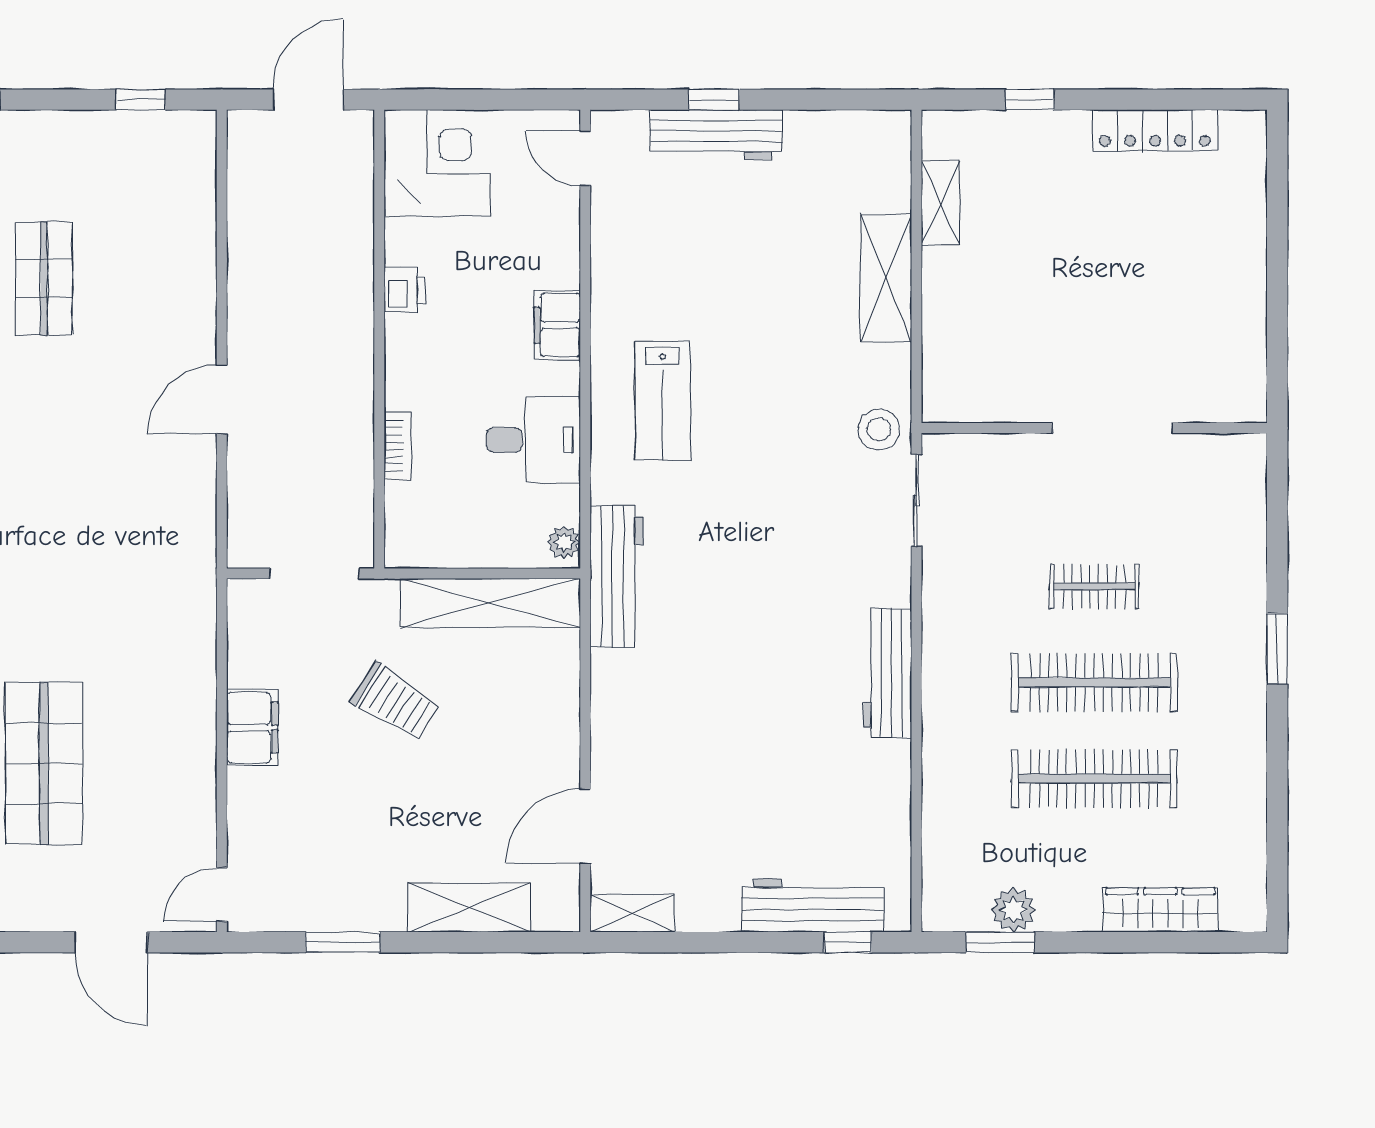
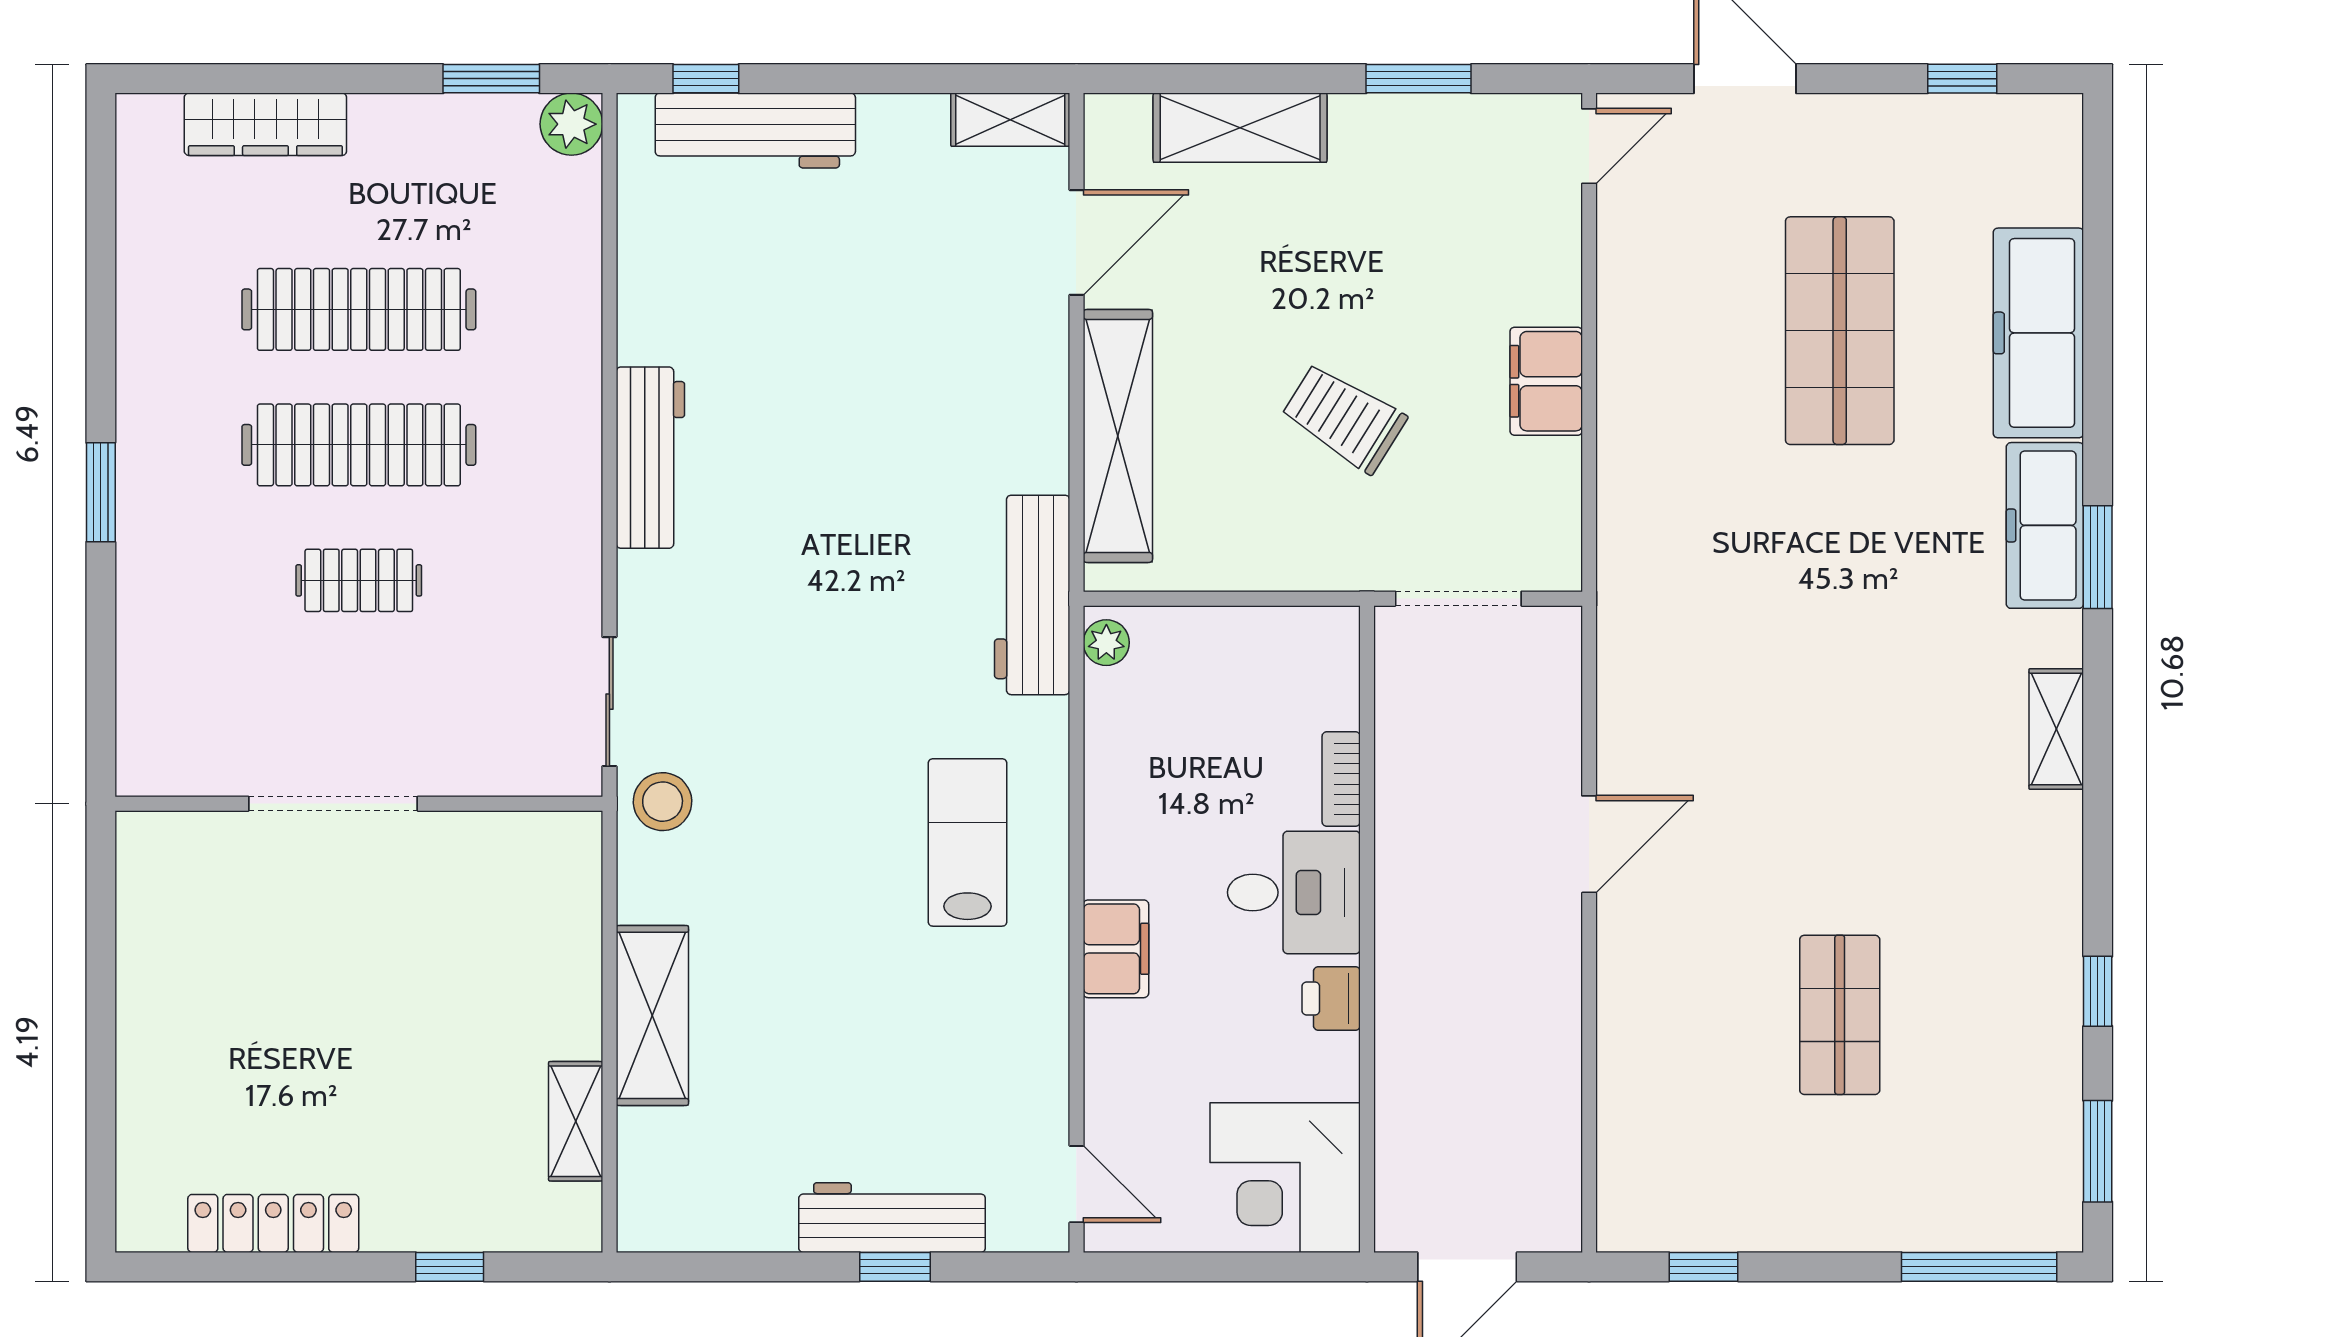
desk: (533, 440) -> (1294, 892), moved, turned 180
shelving: (491, 603) -> (1118, 436), moved, turned 90
plant: (1013, 910) -> (571, 124), moved

